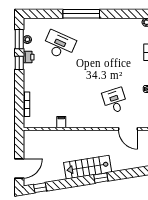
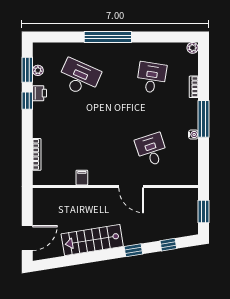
desk: (115, 45) -> (151, 78), added
door: (128, 129) -> (131, 186), moved
stairs: (88, 167) -> (92, 240), moved
window: (40, 188) -> (168, 245), moved

